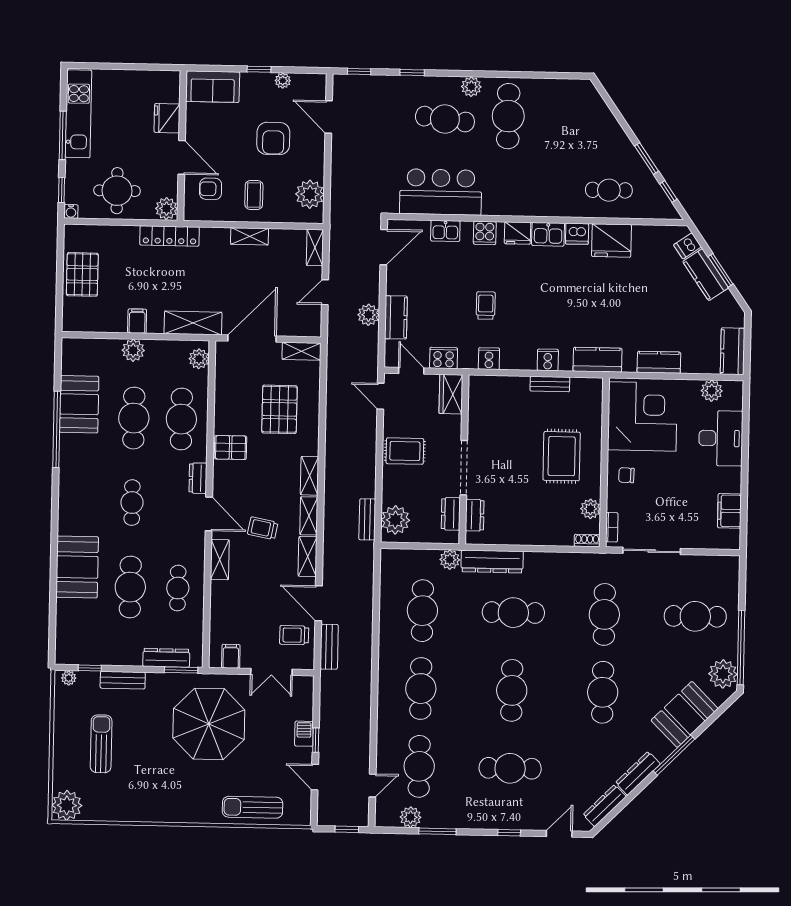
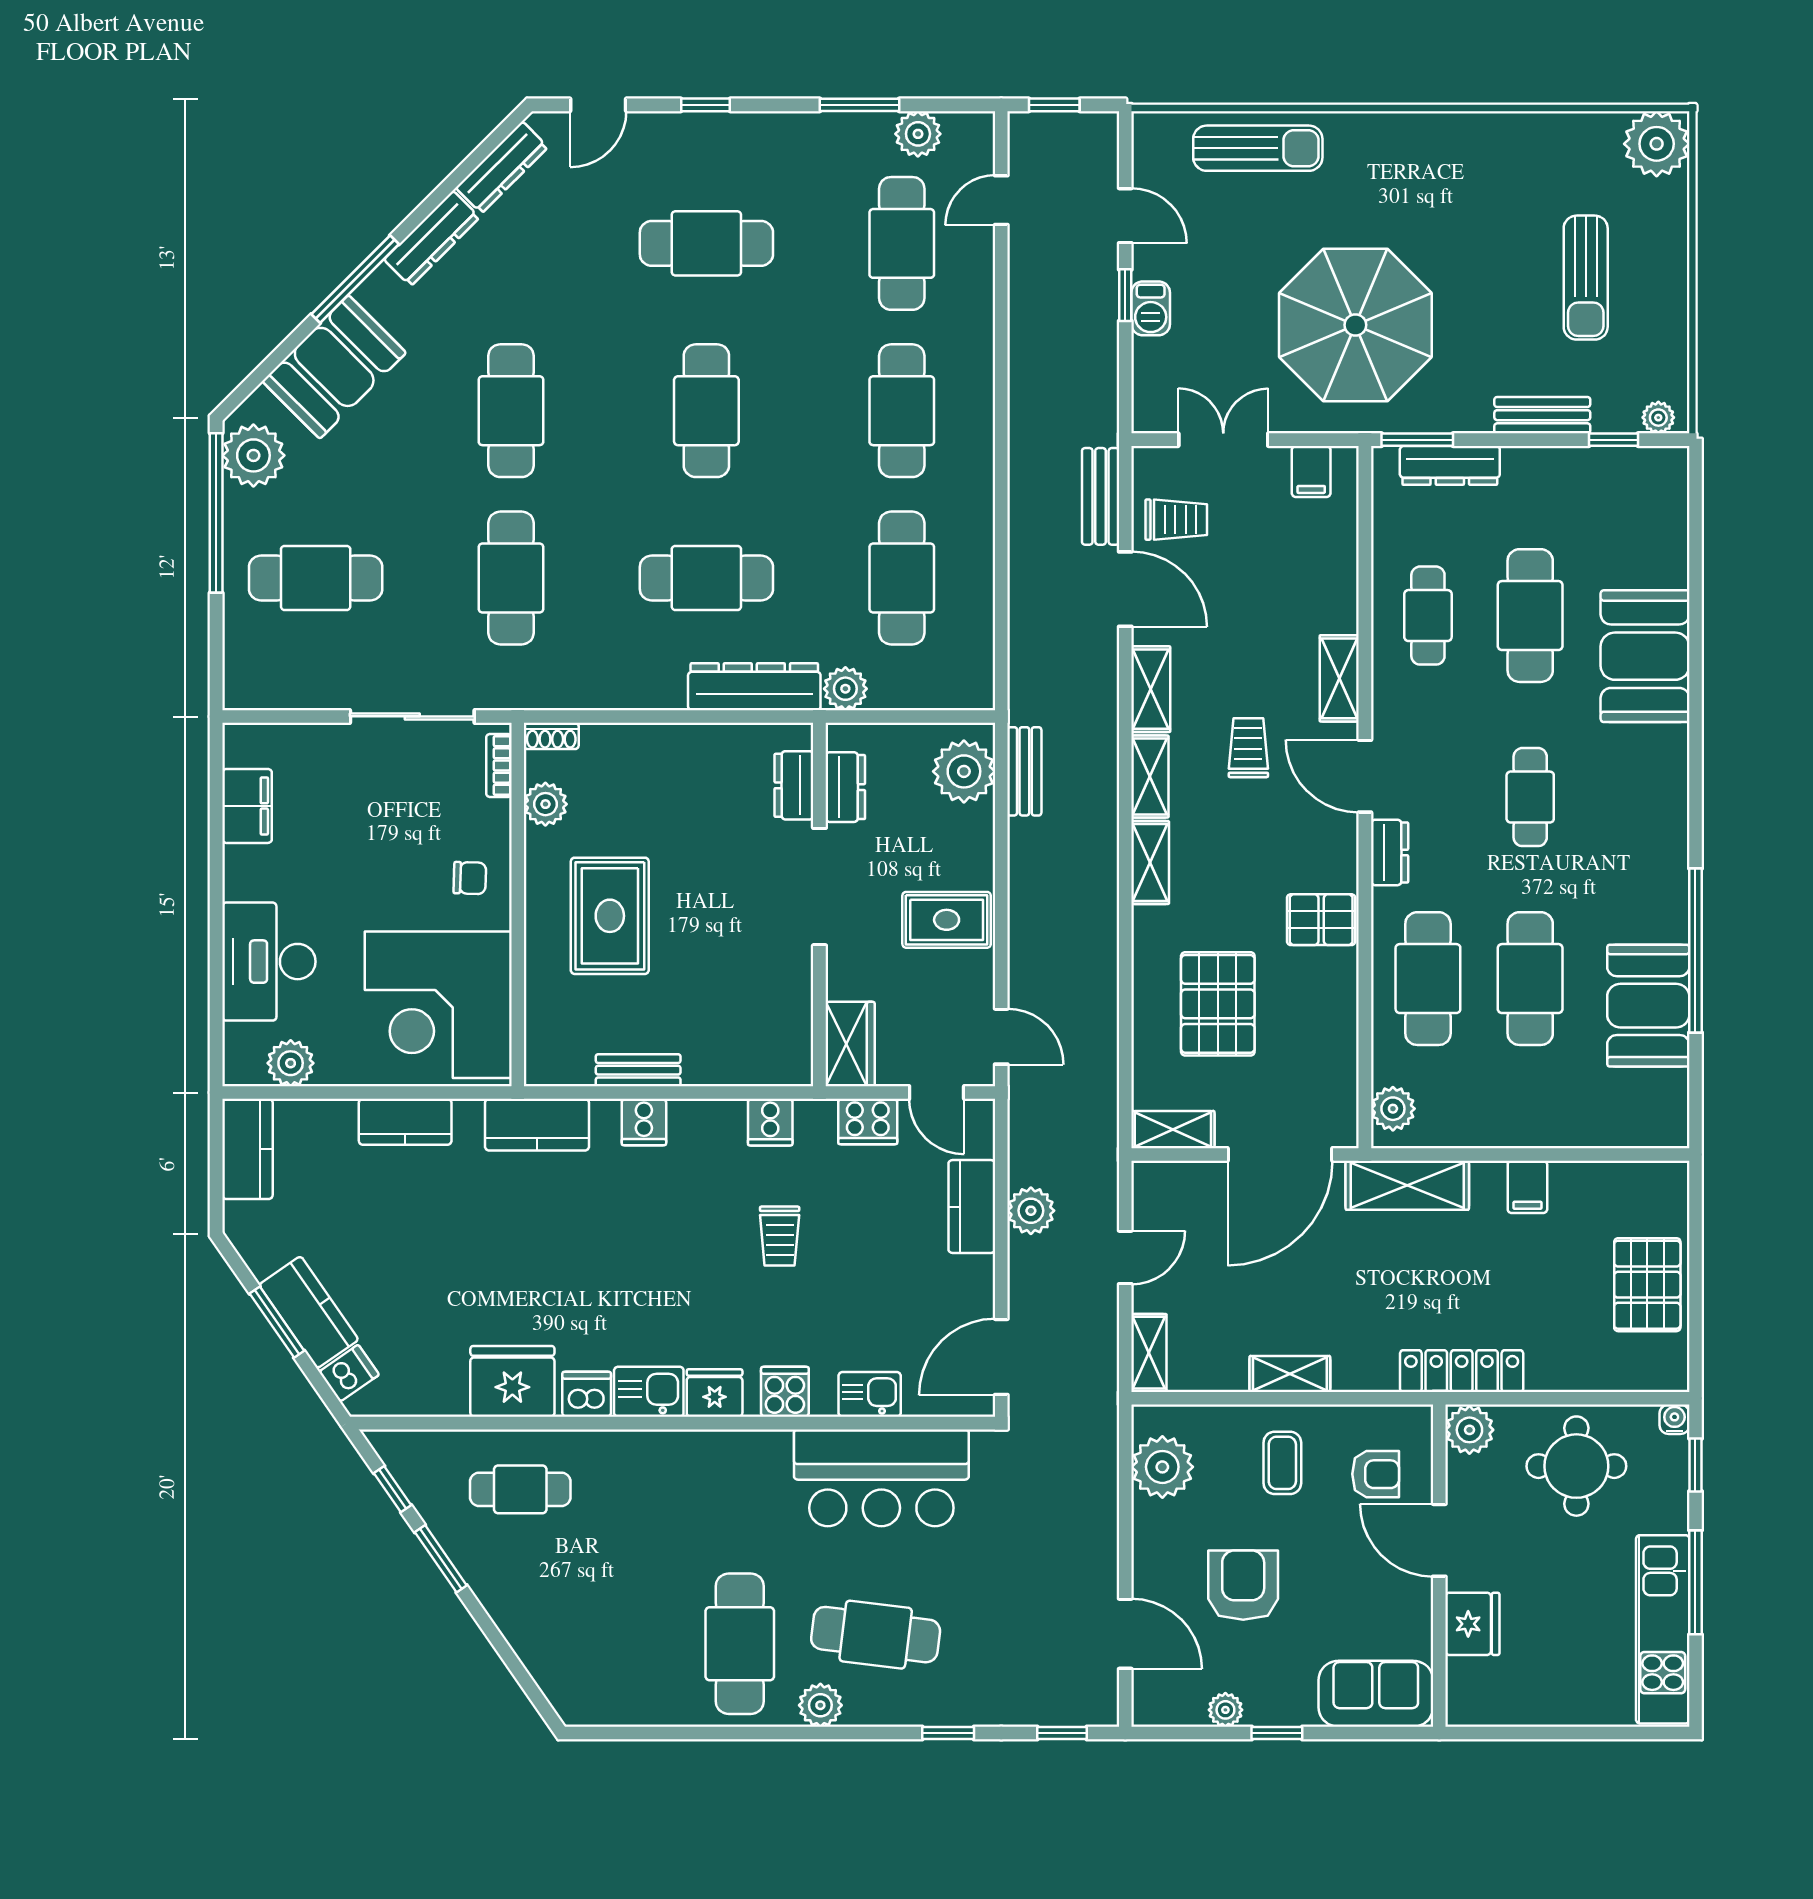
plant: (133, 350) -> (1534, 1124), removed
trolley: (263, 528) -> (1248, 748), turned -101

